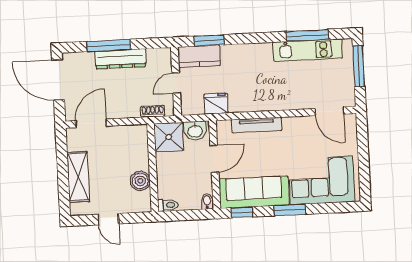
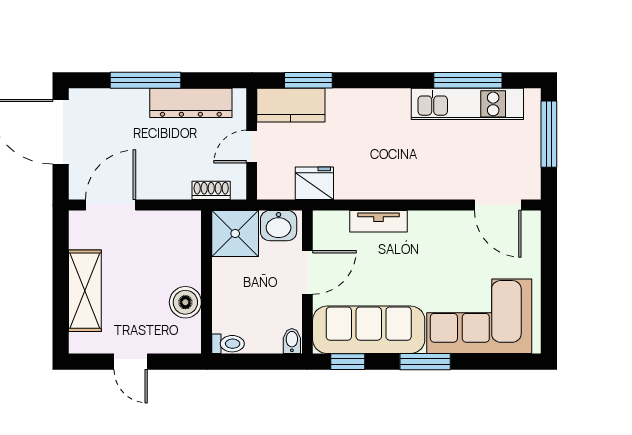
dresser: (120, 59) -> (191, 103), moved
tv unit: (257, 125) -> (378, 221), width x0.71

